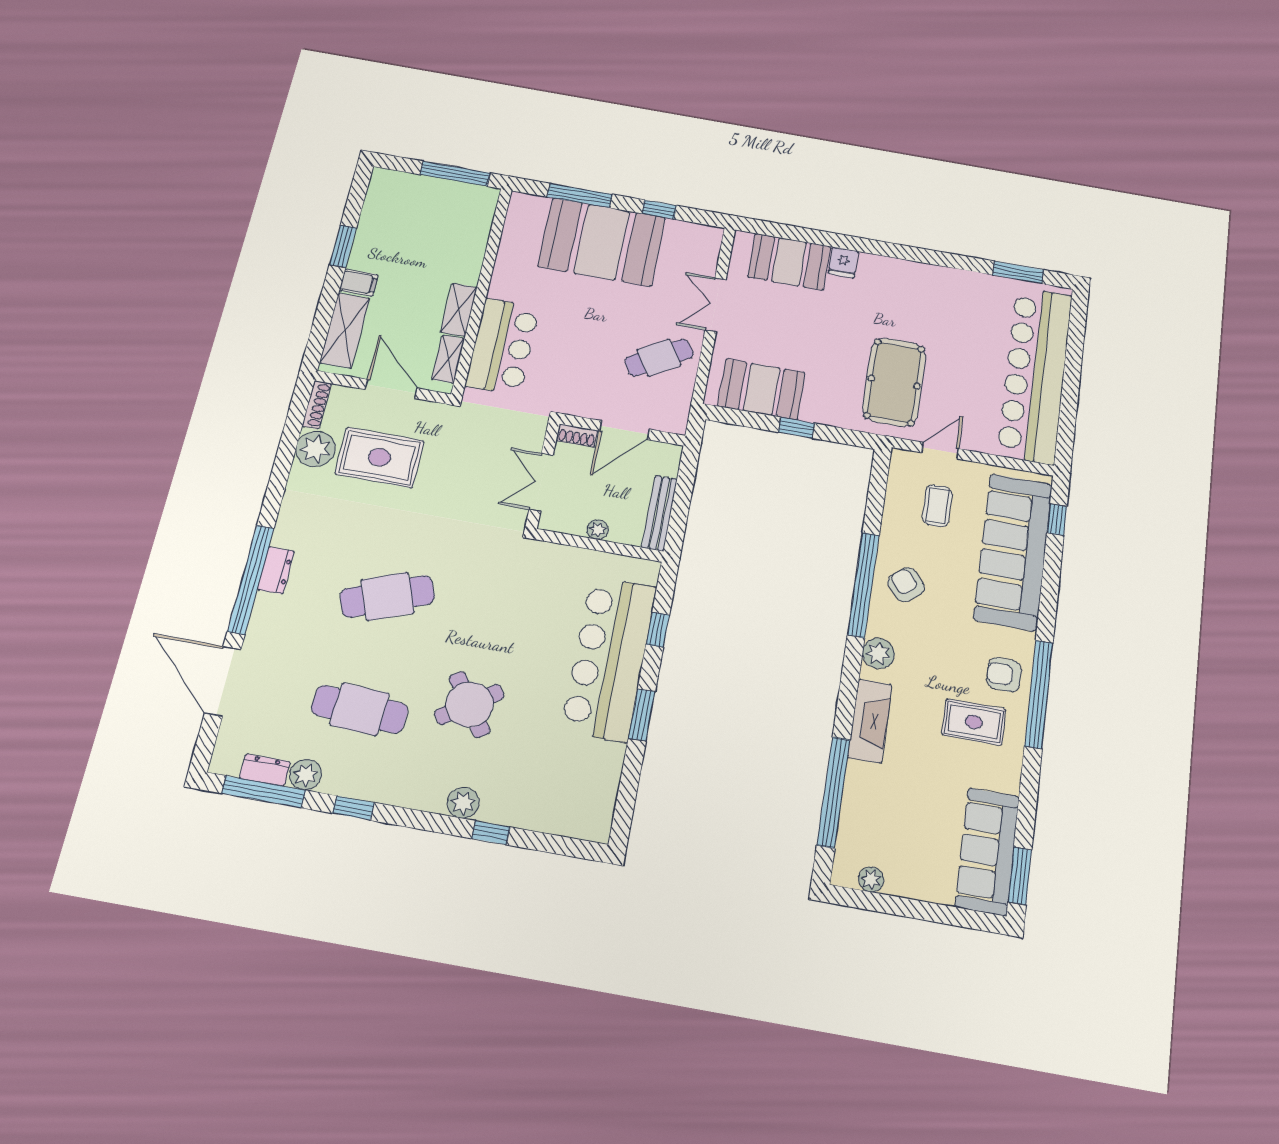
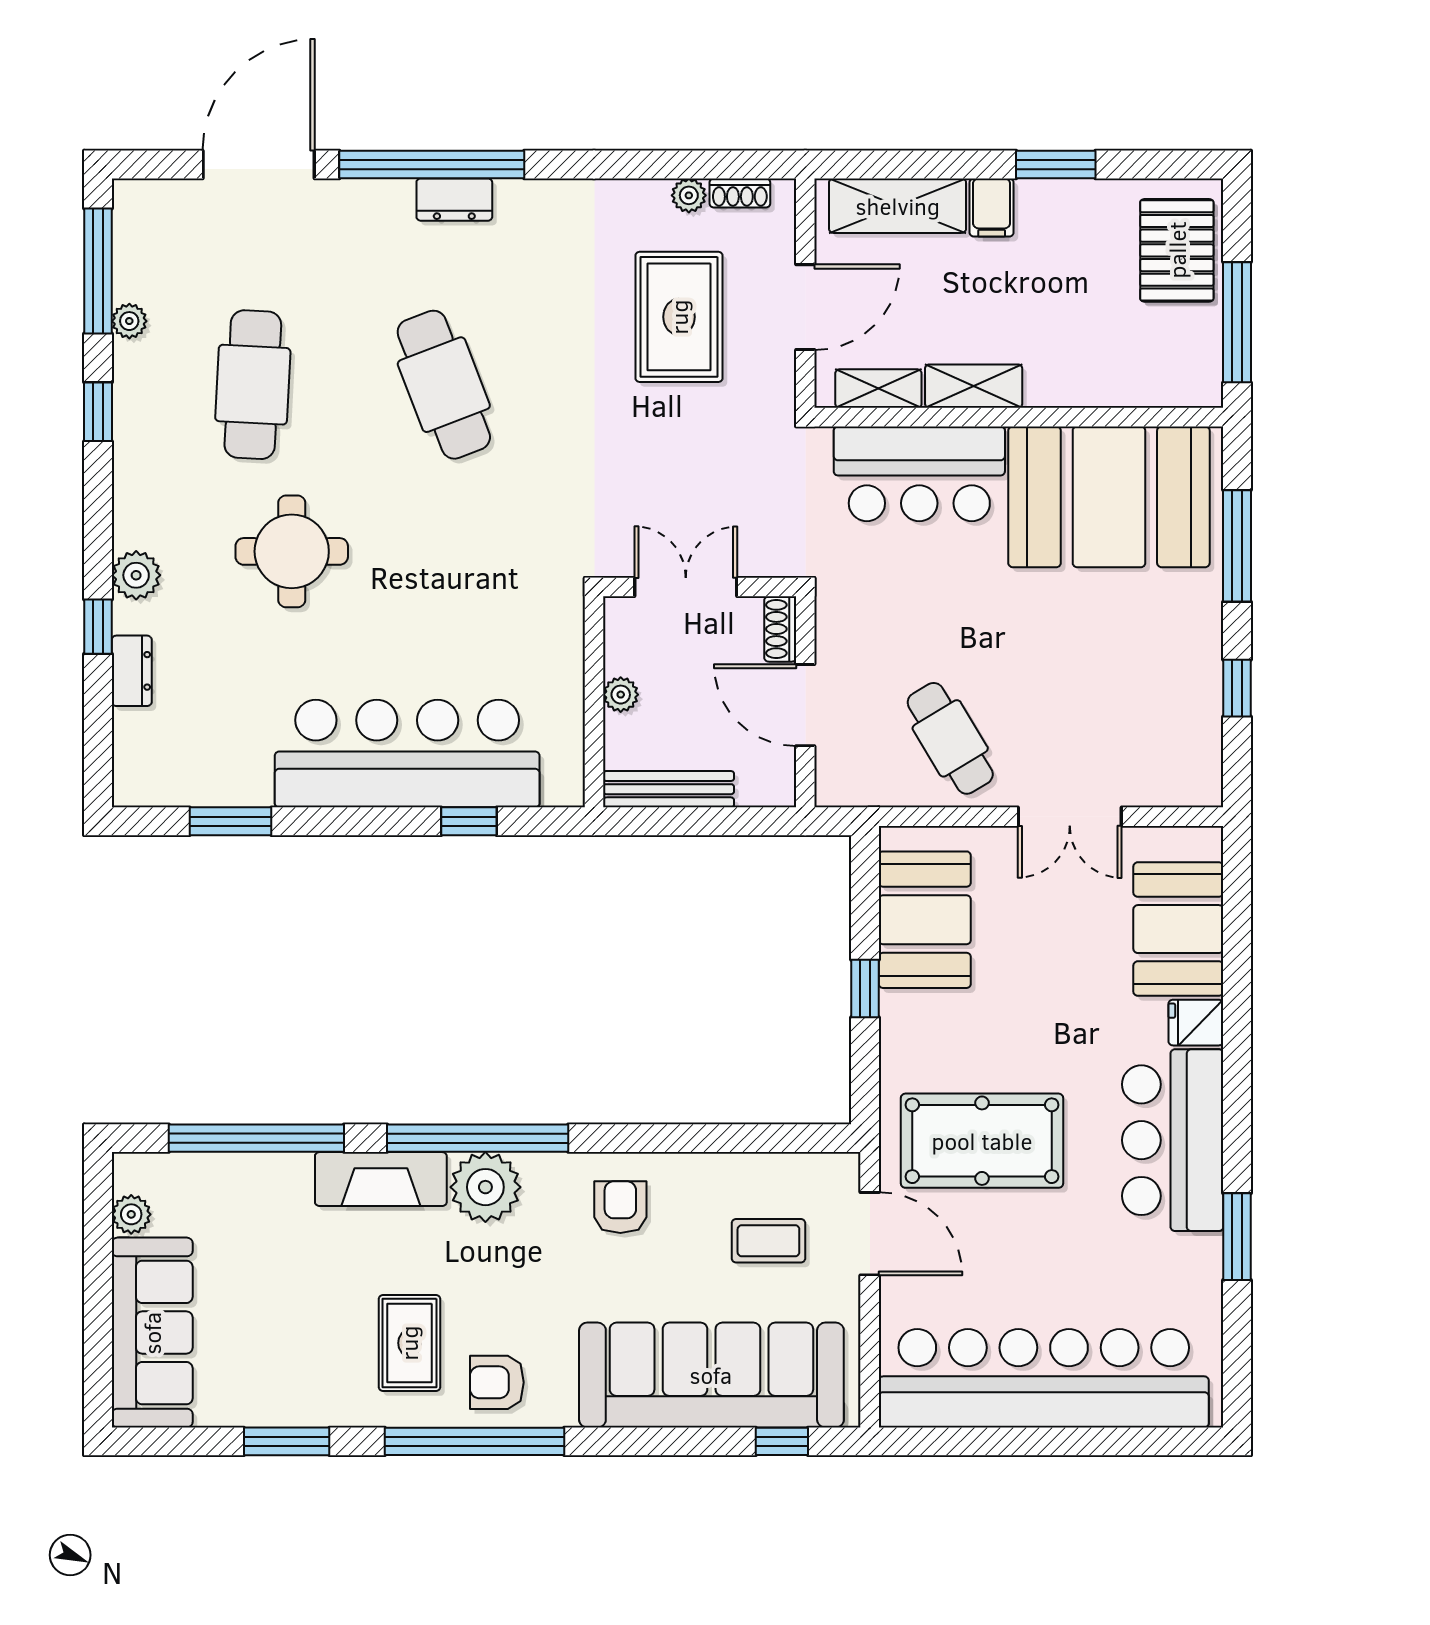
pallet: (407, 196) -> (1177, 250), added
booth: (602, 242) -> (1109, 497), moved, turned 90
window: (1018, 272) -> (1237, 1237), moved
bar counter: (908, 285) -> (1173, 1140), added
double door: (716, 305) -> (1070, 817), swing flipped
shoe rack: (317, 405) -> (740, 193), width x0.70
plant: (315, 449) -> (689, 195), width x0.53, depth x0.53
door: (940, 451) -> (870, 1234), width x1.38
window: (863, 585) -> (478, 1138), moved
armchair: (906, 585) -> (620, 1207), turned -51
plant: (878, 653) -> (485, 1187), width x1.36, depth x1.36
armchair: (1004, 675) -> (497, 1382), turned -90
round table: (469, 704) -> (292, 551), turned 35
window: (642, 715) -> (230, 821), moved
dresser: (265, 770) -> (132, 671), moved
plant: (306, 775) -> (129, 321), width x0.73, depth x0.73
sofa: (987, 851) -> (152, 1333), moved, turned 90
window: (1020, 876) -> (287, 1441), moved

